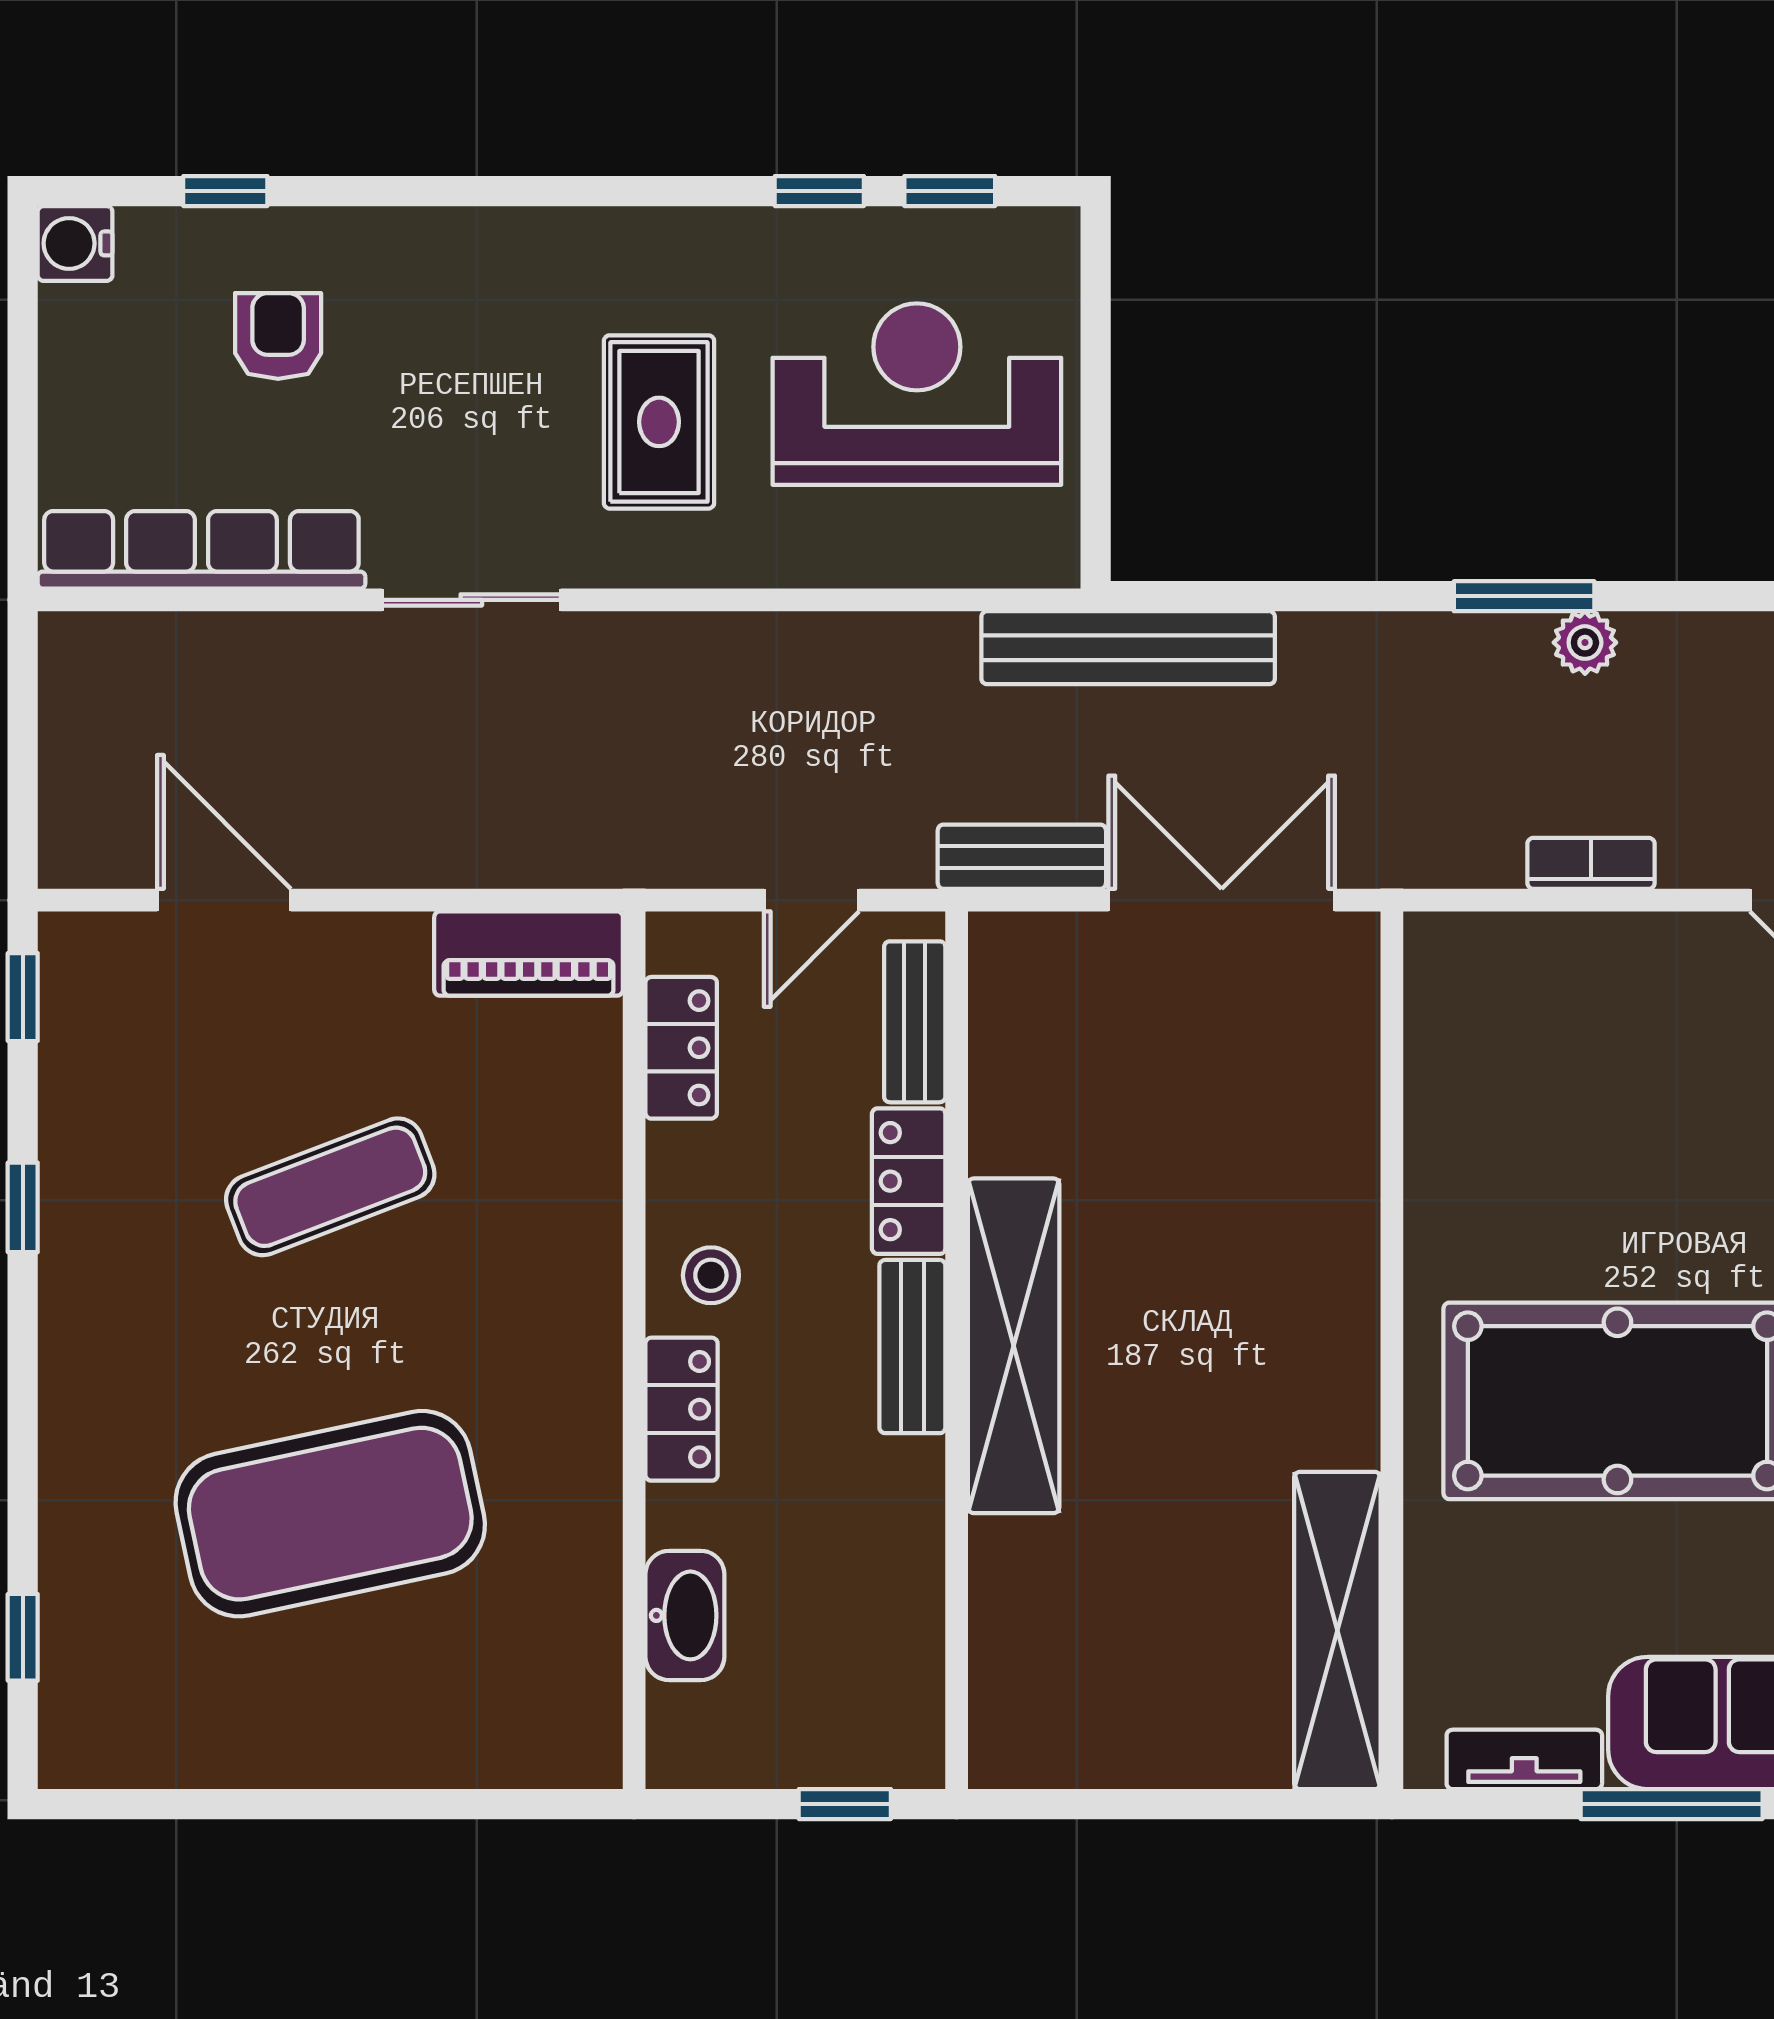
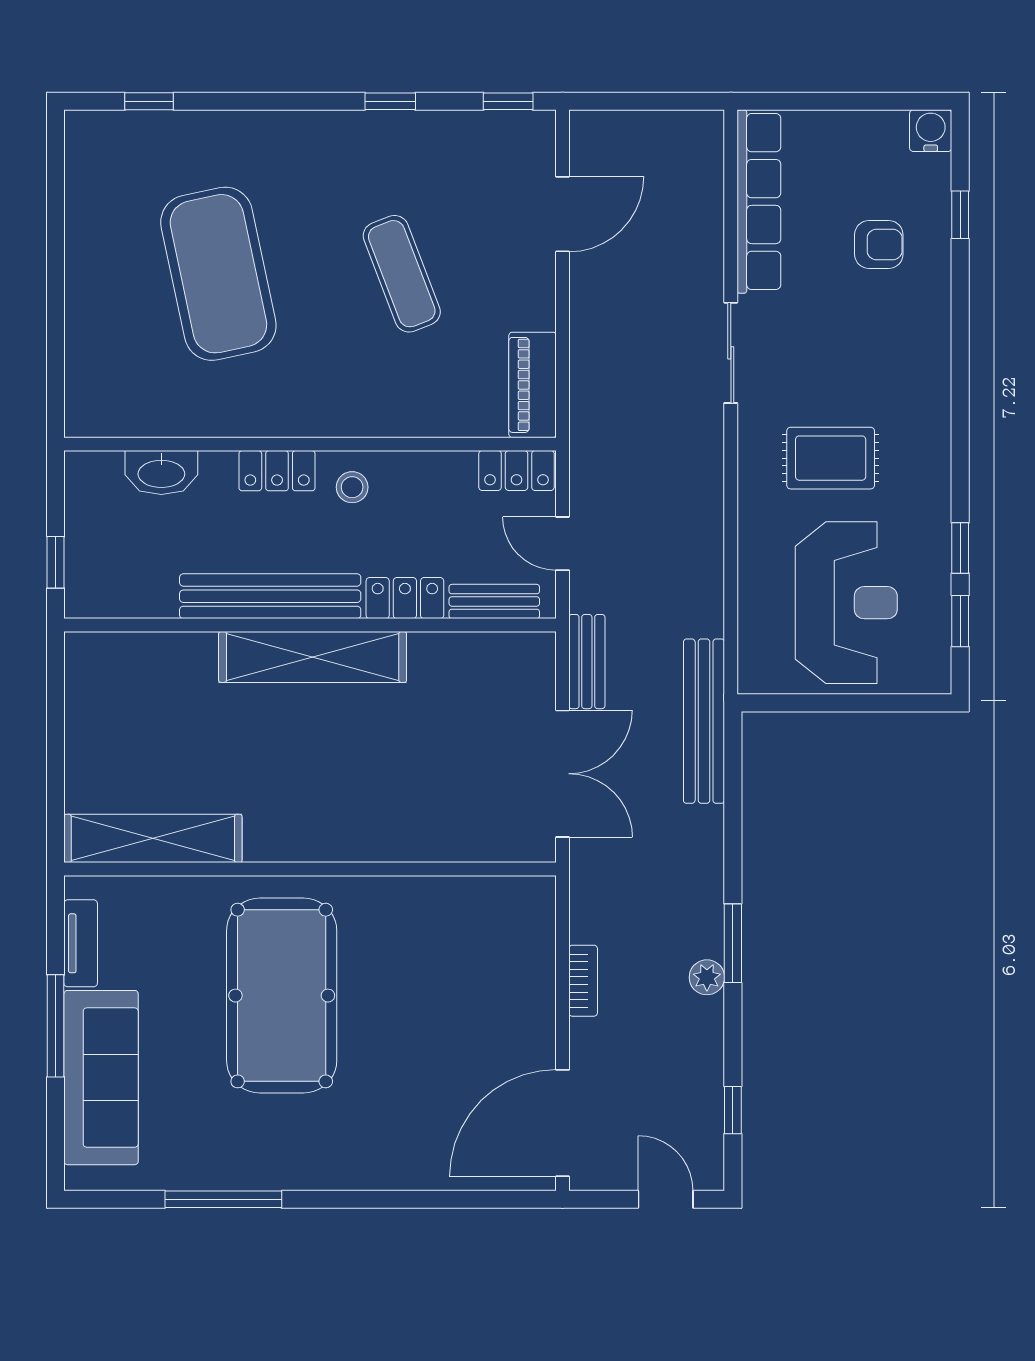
locker: (681, 1048) -> (517, 470), moved
bench: (912, 1347) -> (270, 596), width x1.86, depth x1.21

